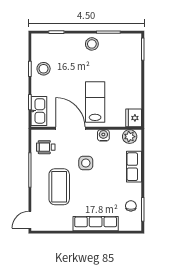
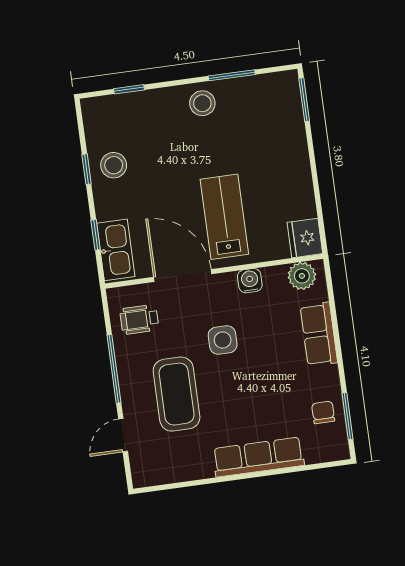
door: (30, 220) -> (123, 435), moved

